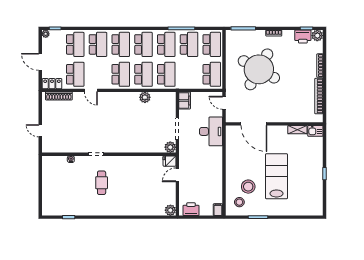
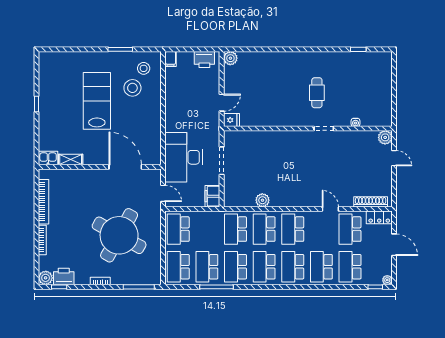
desk: (211, 131) -> (184, 157), width x1.36, depth x1.30
plant: (170, 147) -> (385, 137), moved
lab bench: (277, 176) -> (97, 101), turned 180

